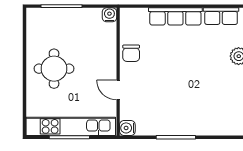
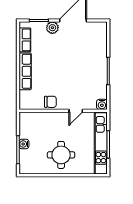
water cooler: (109, 15) -> (24, 144), moved

